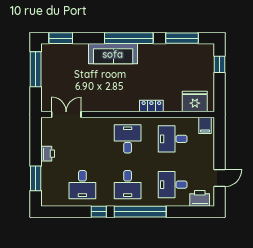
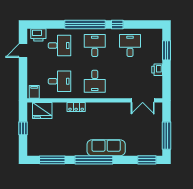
window: (219, 64) -> (23, 128), moved

